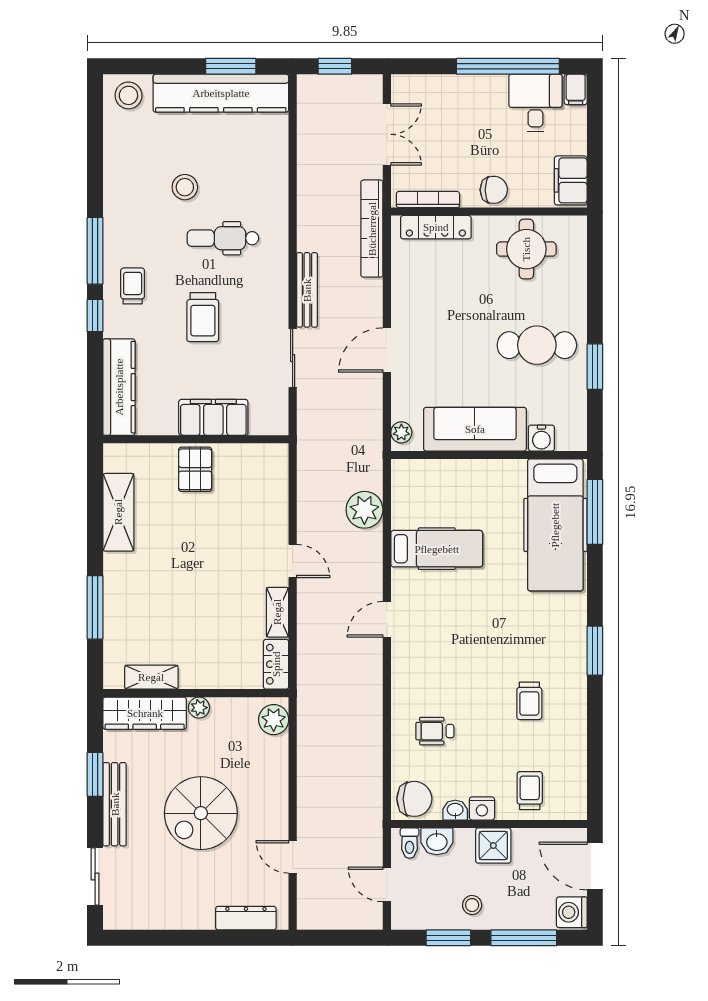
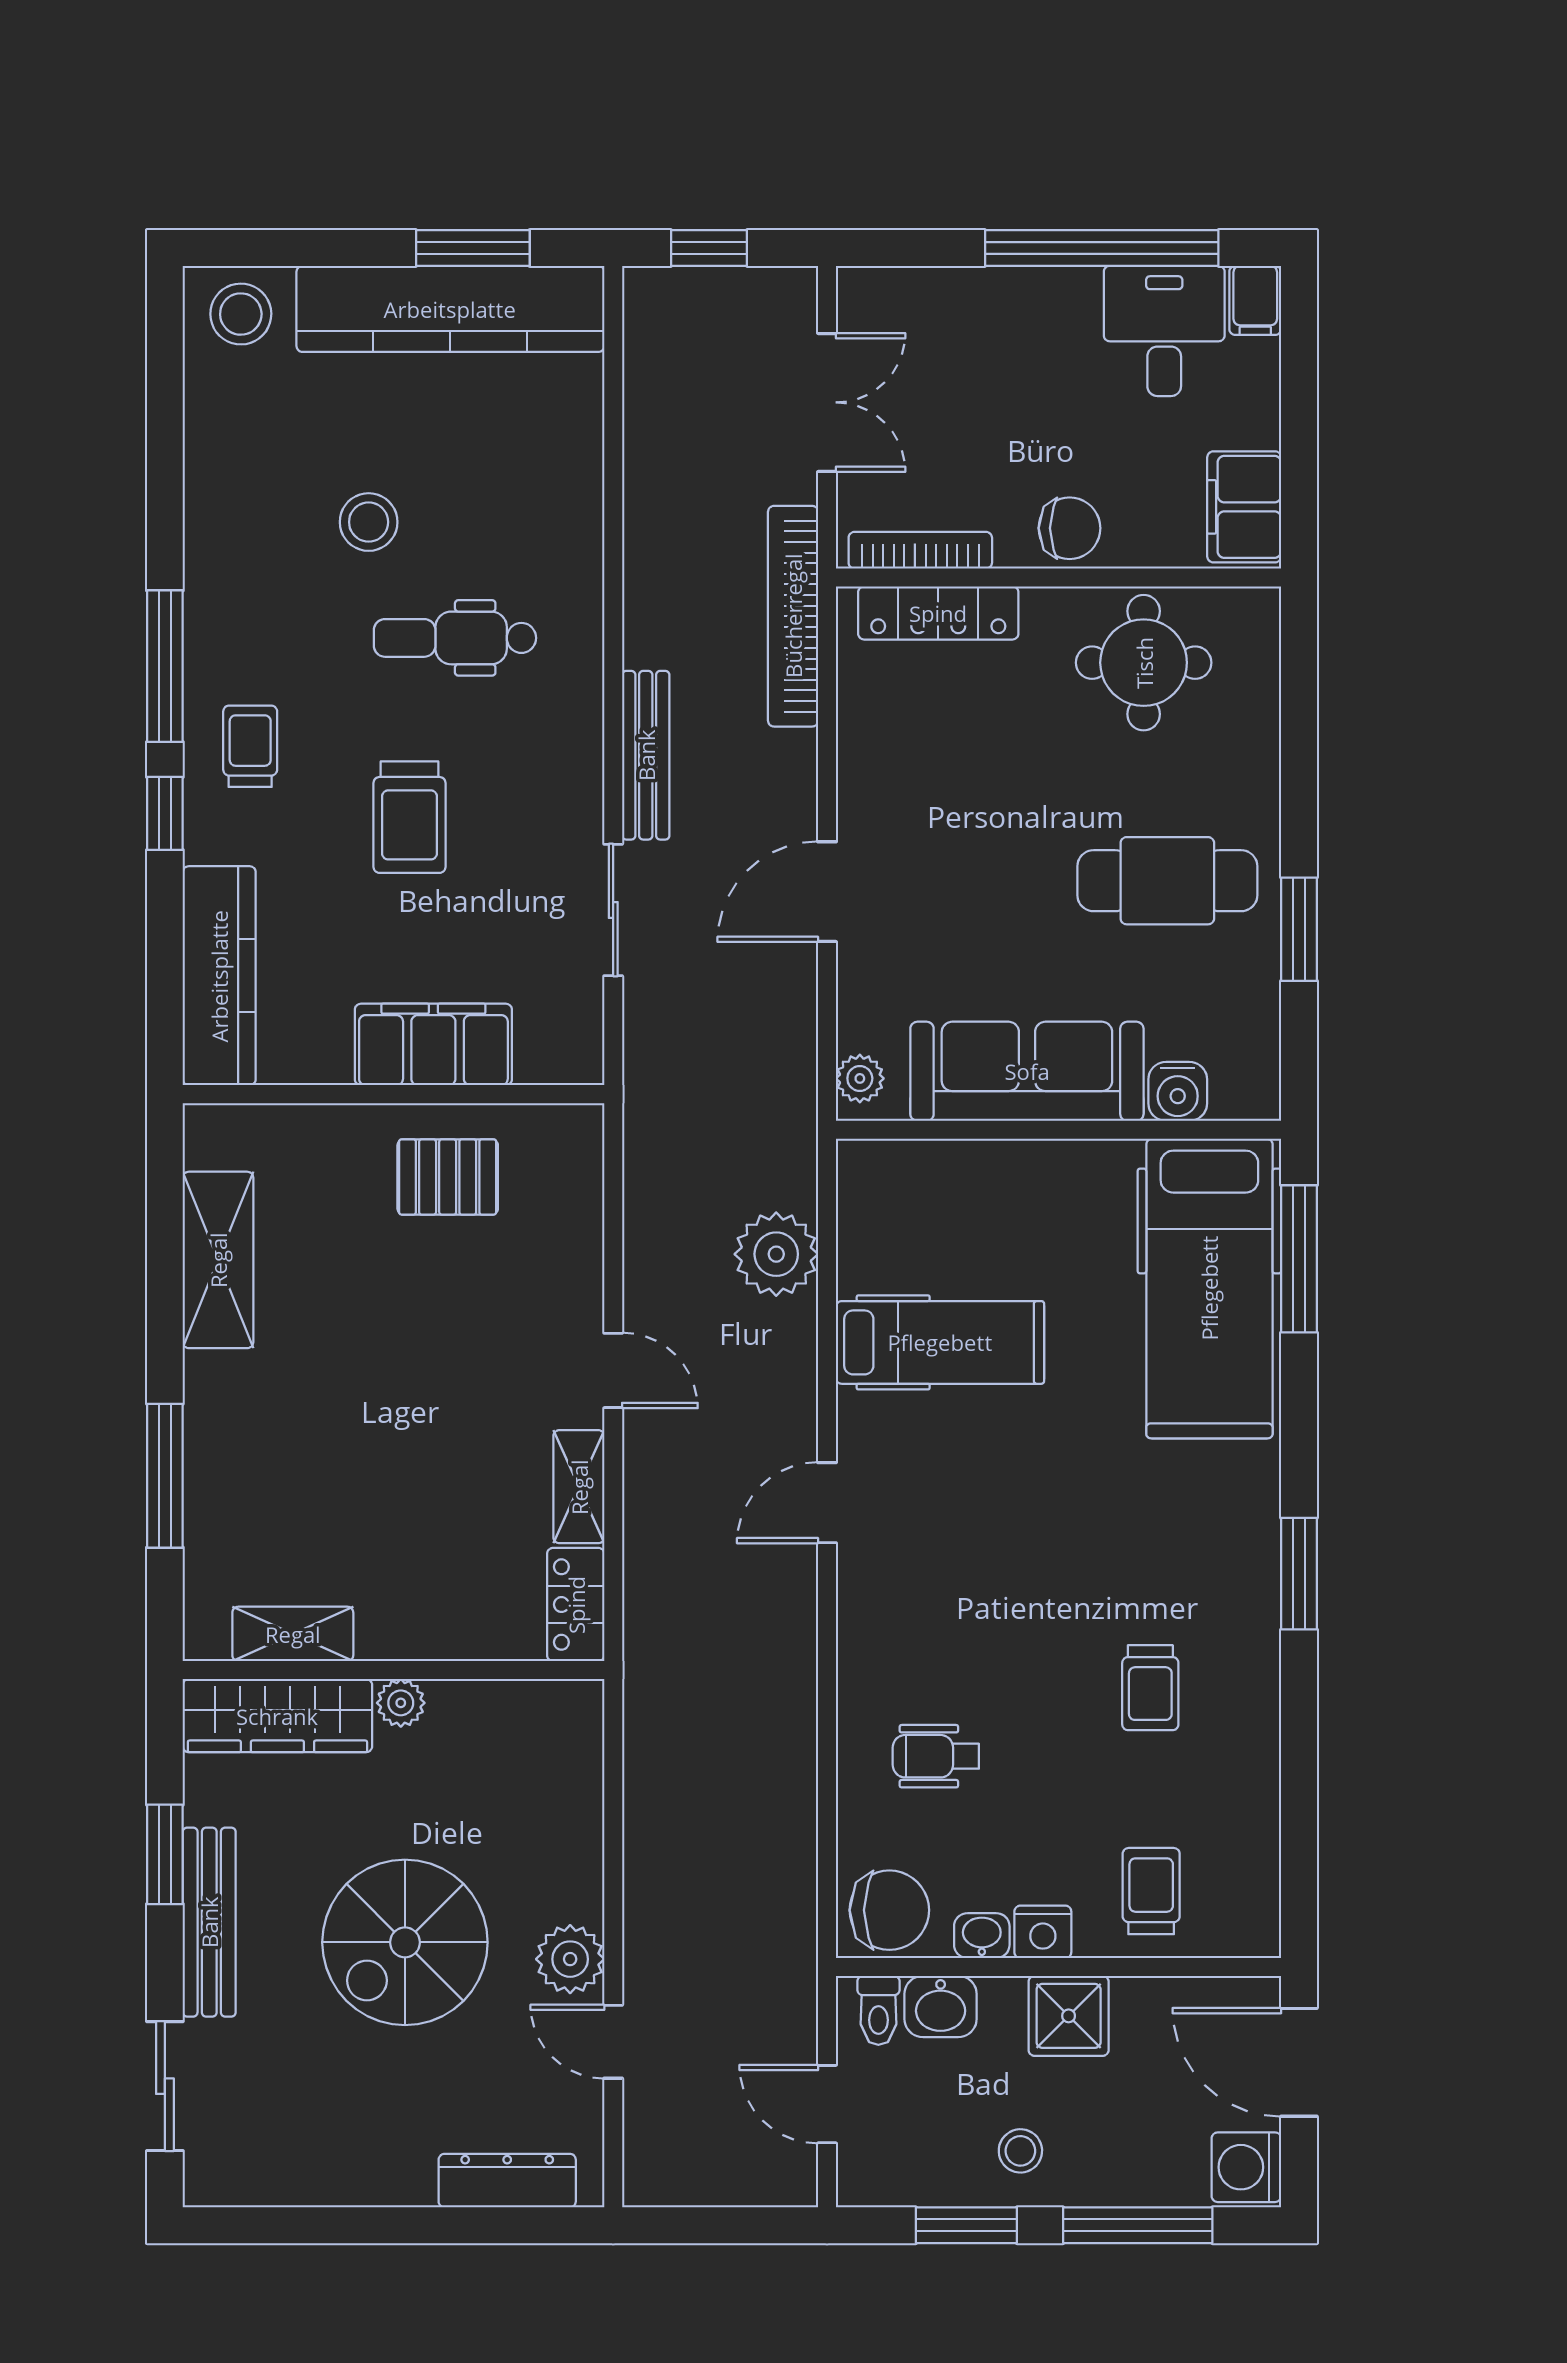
pallet: (195, 469) -> (448, 1177), moved, turned 90
plant: (274, 720) -> (570, 1959), moved

